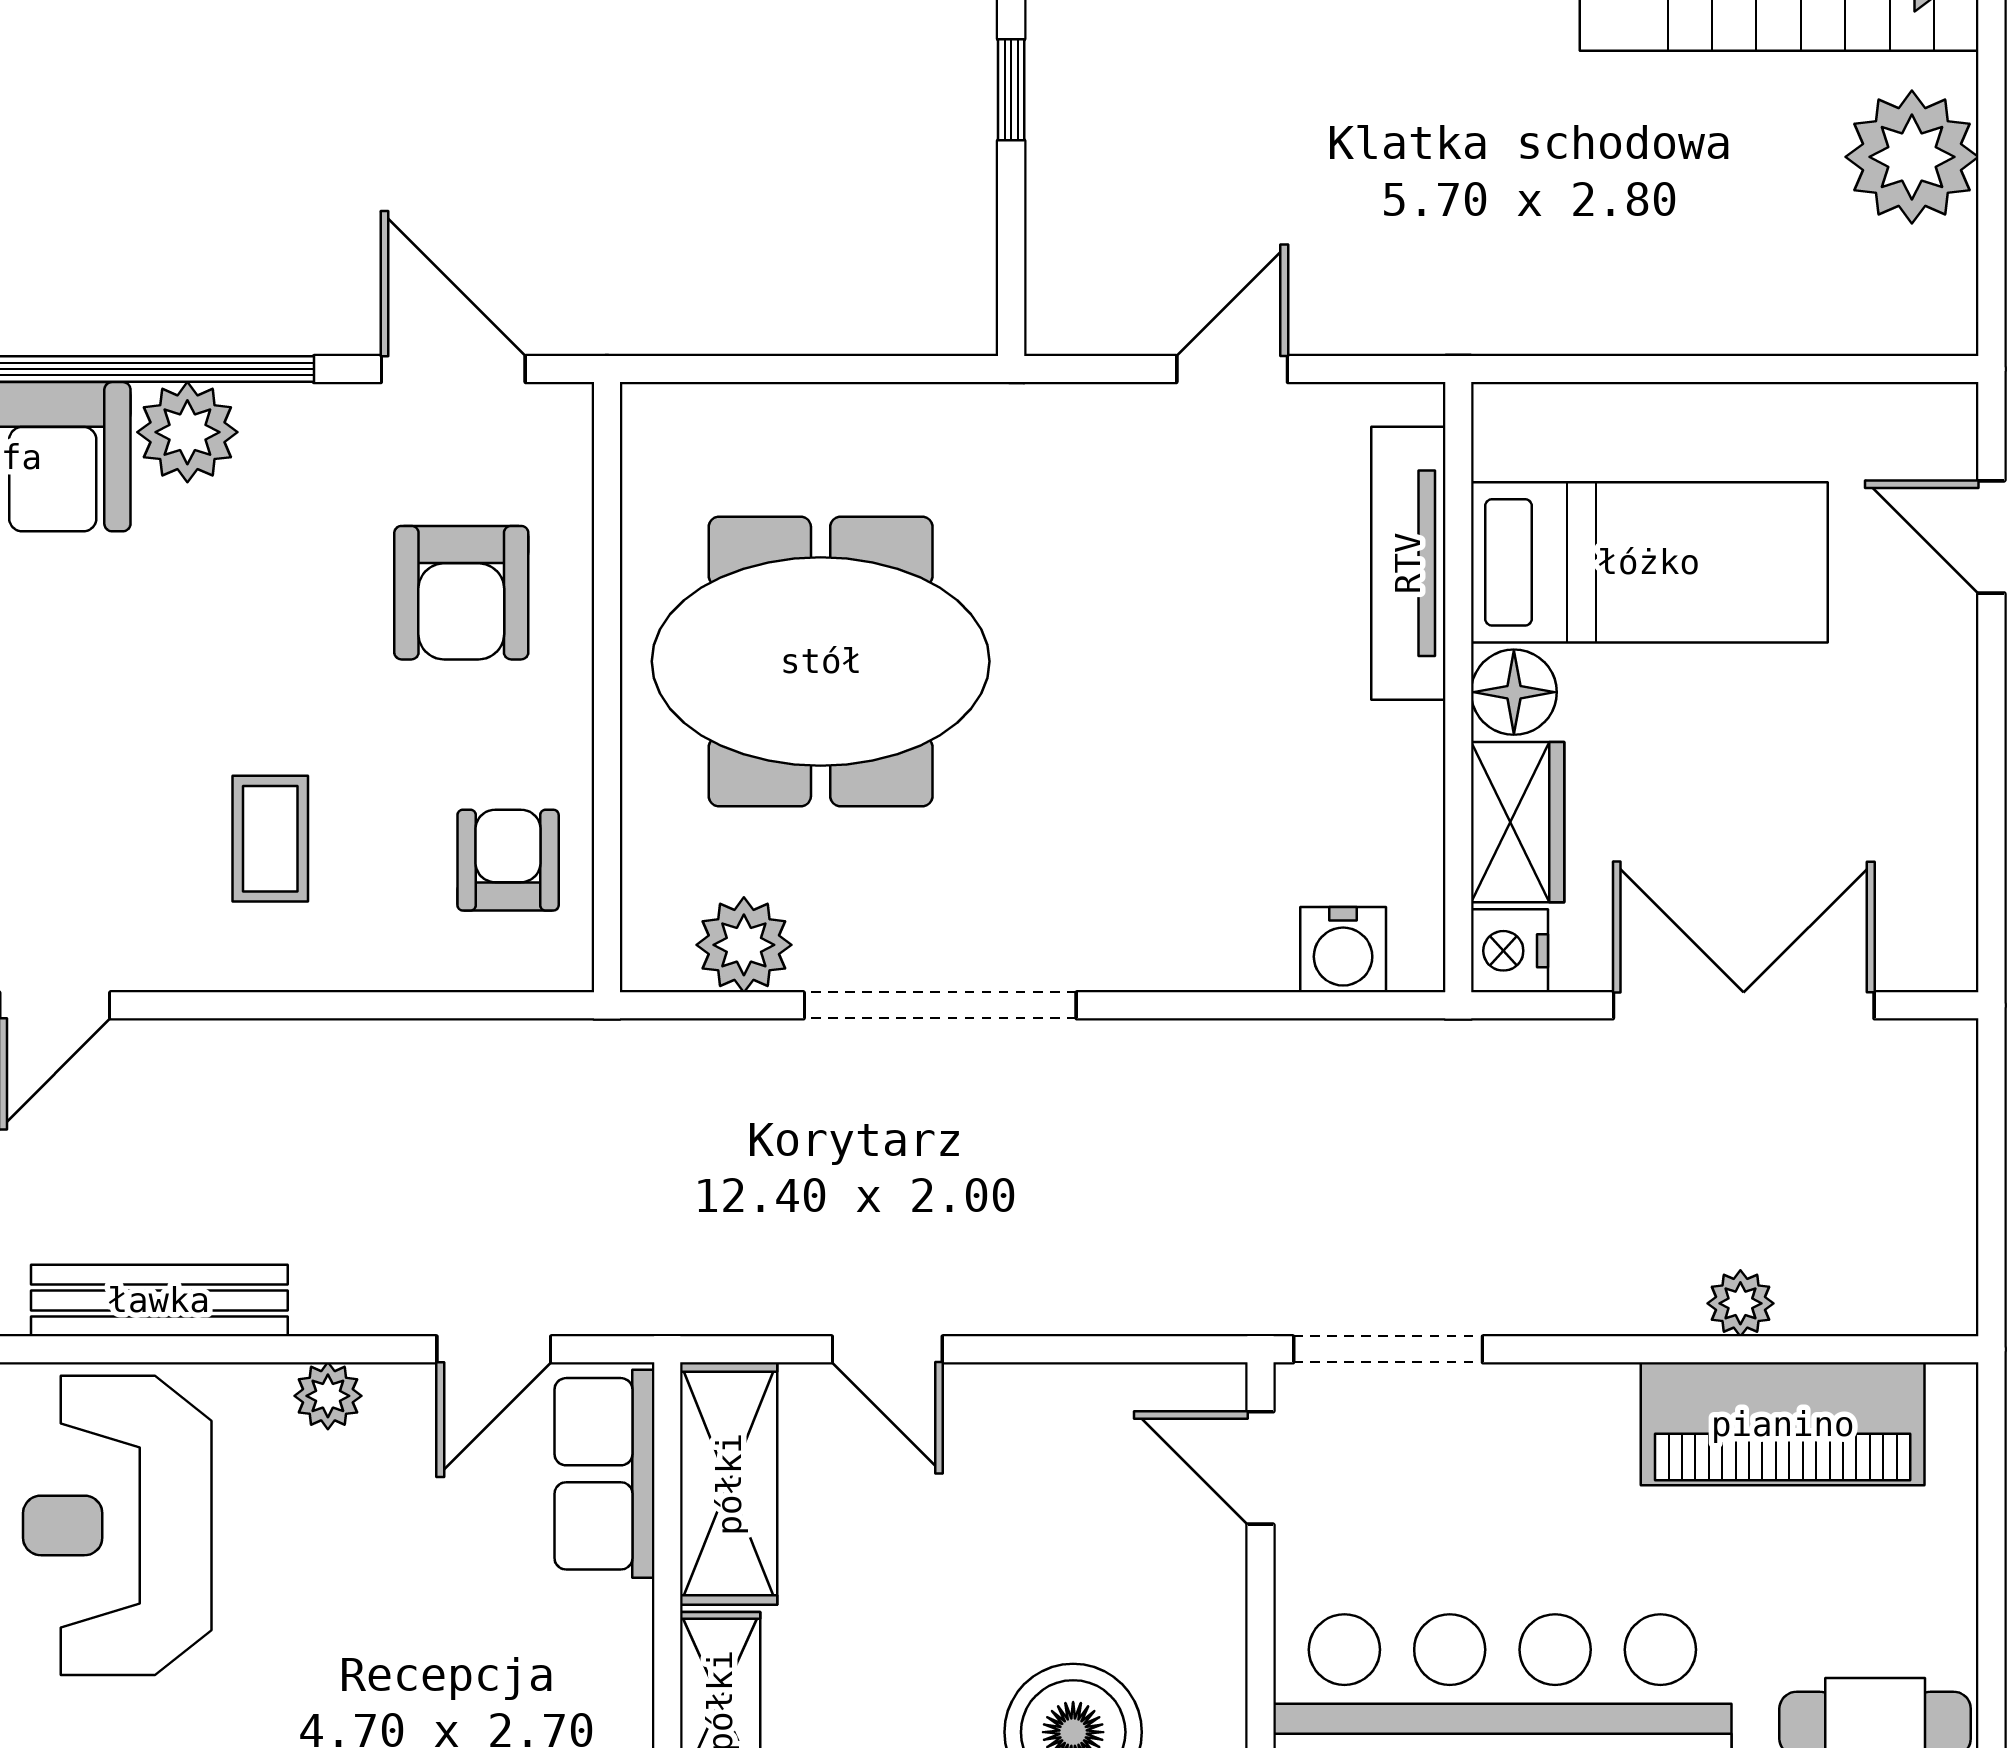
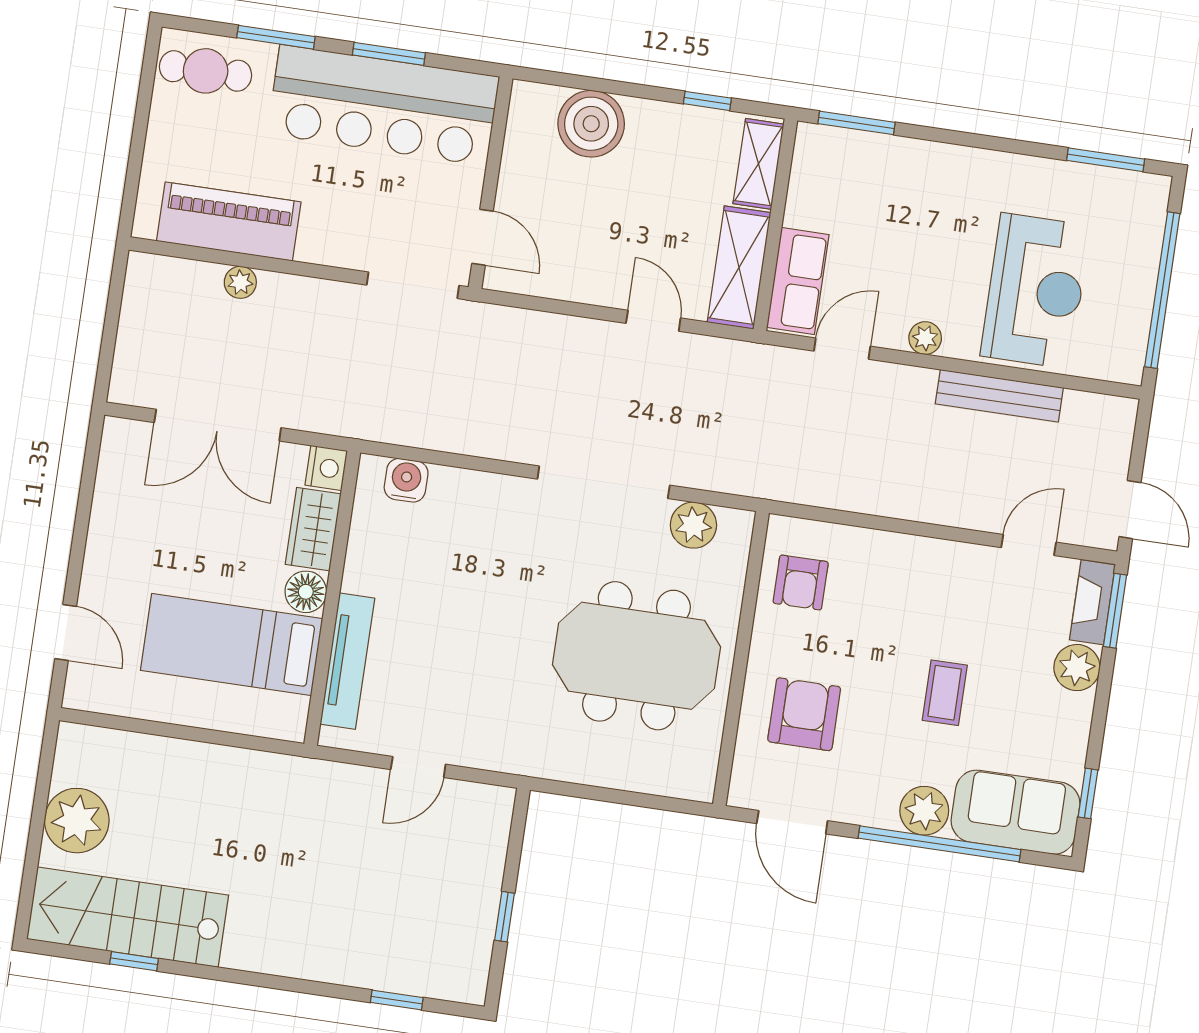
coffee table: (270, 839) -> (945, 693), moved

